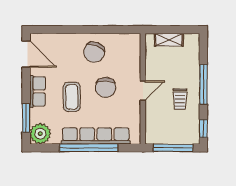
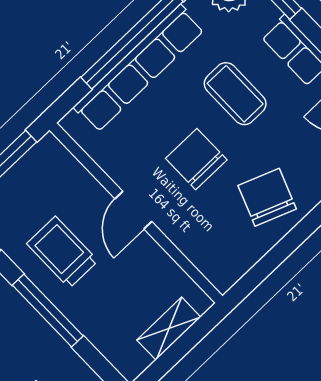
trolley: (180, 99) -> (62, 252), width x1.36, depth x1.39

